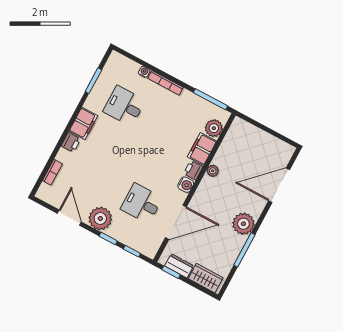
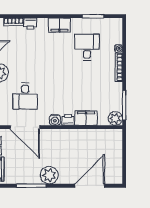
plant: (214, 128) -> (115, 118), moved
printer: (71, 143) -> (30, 24), moved
plant: (213, 171) -> (75, 134), removed
door: (279, 185) -> (90, 186), hinge flipped
desk: (142, 203) -> (25, 96), turned 180

